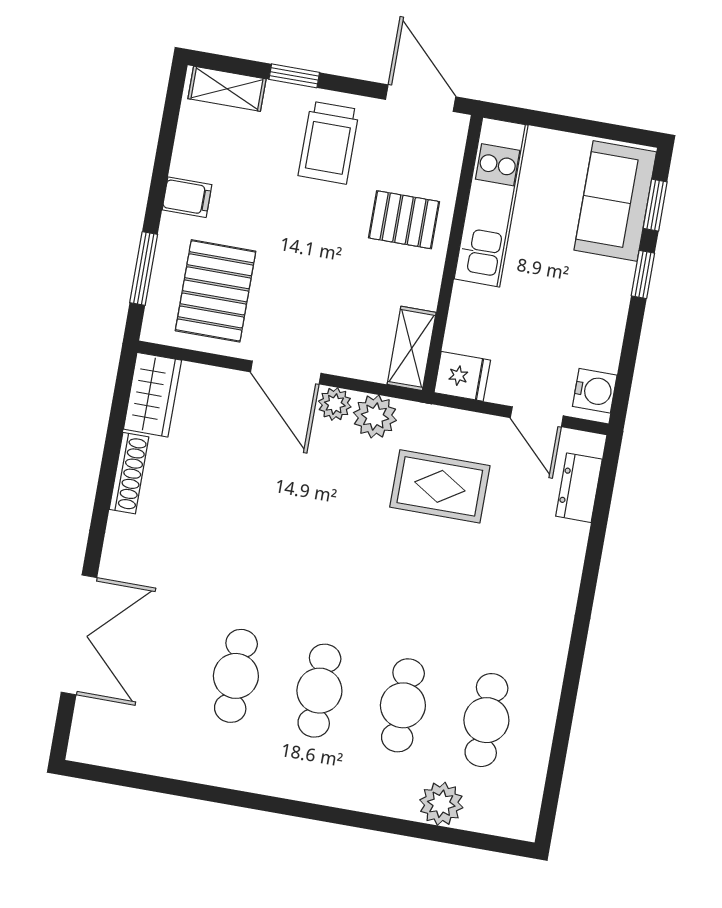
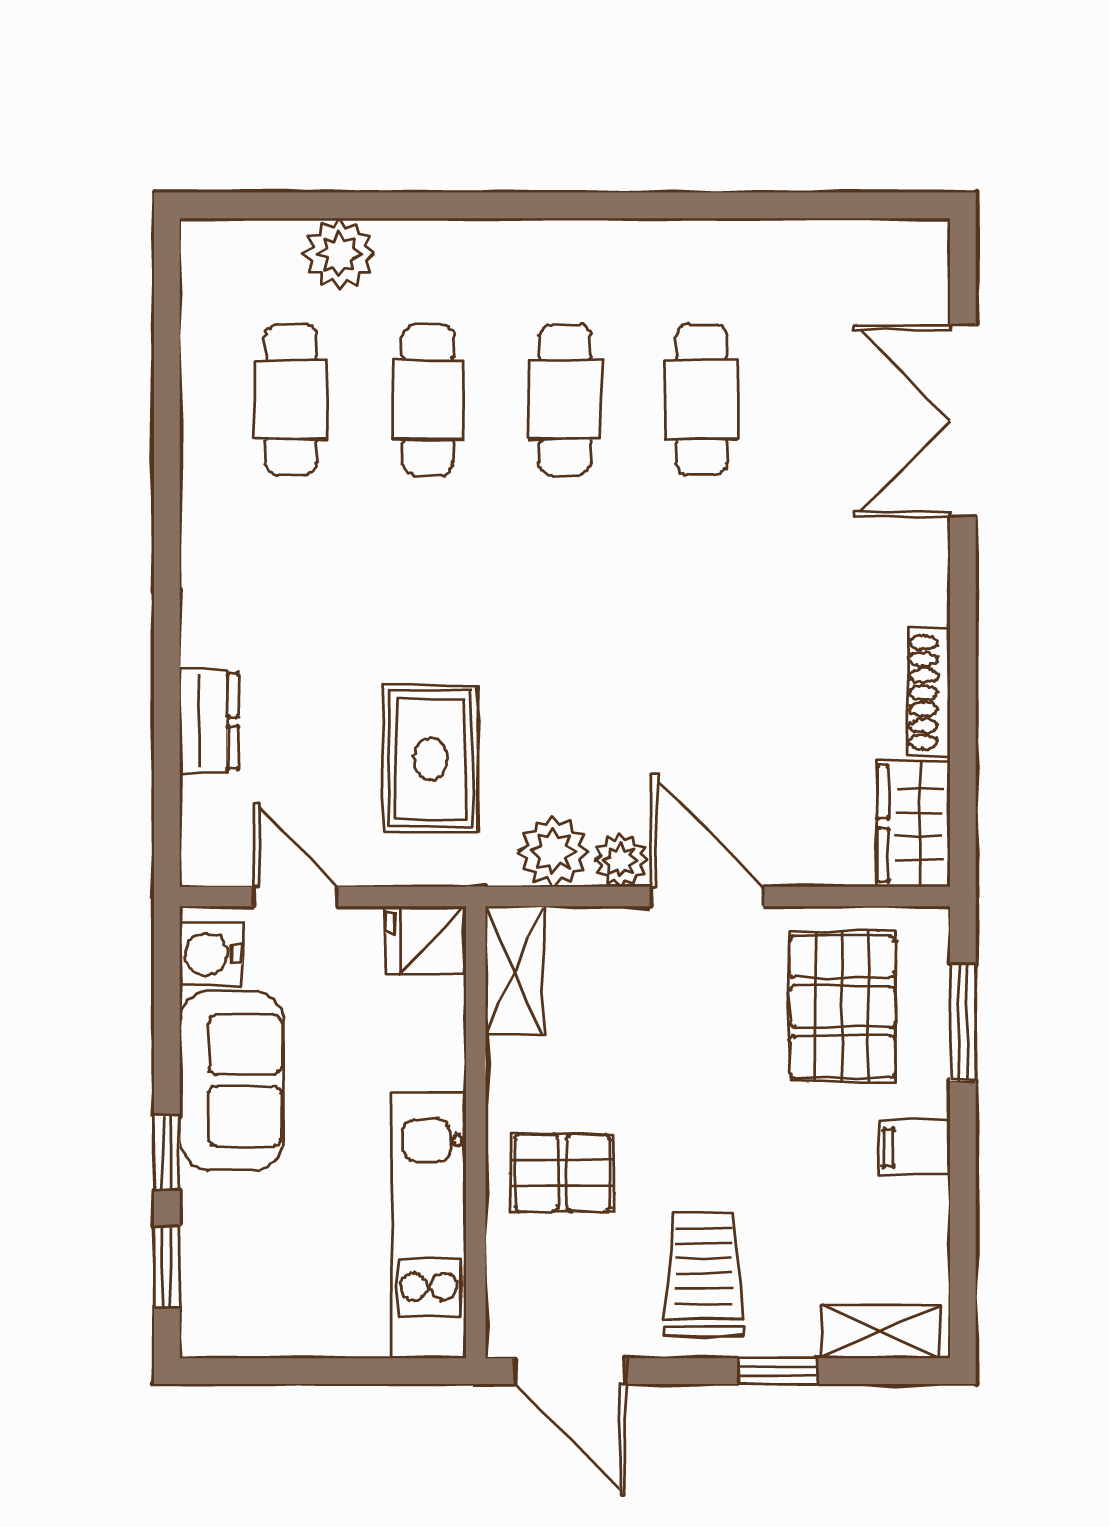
sofa: (615, 201) -> (231, 1080), moved
rug: (440, 486) -> (430, 759), turned 90
dresser: (579, 488) -> (209, 721), moved

